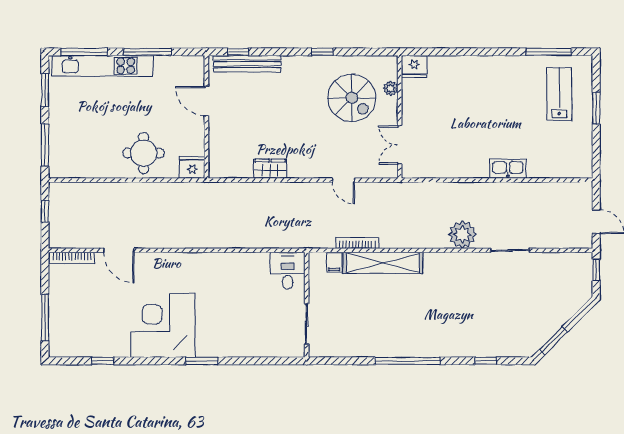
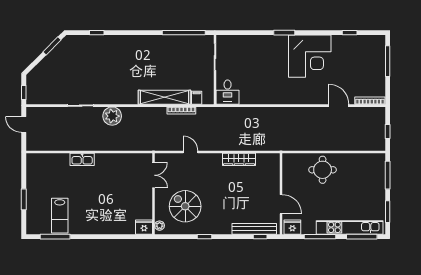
plant: (391, 88) -> (160, 226), moved
lab bench: (559, 94) -> (60, 216), moved
fridge: (192, 167) -> (292, 227), moved, turned 180
wardrobe: (270, 169) -> (239, 159), width x1.50
window: (408, 361) -> (184, 33), moved

